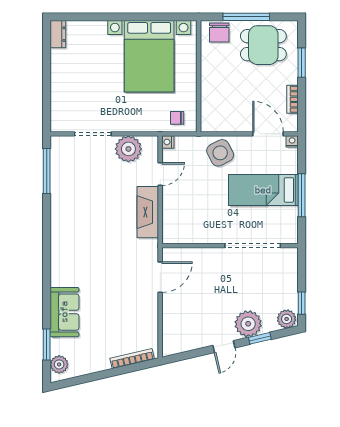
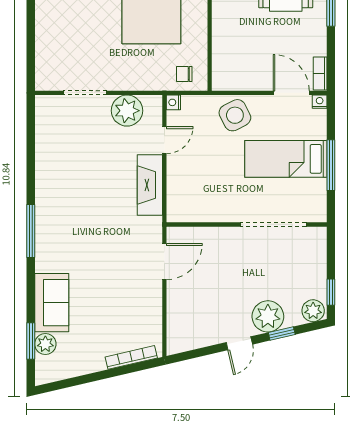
bookcase: (293, 99) -> (320, 74), moved
window: (47, 171) -> (31, 231), moved
plant: (59, 364) -> (45, 344), moved

